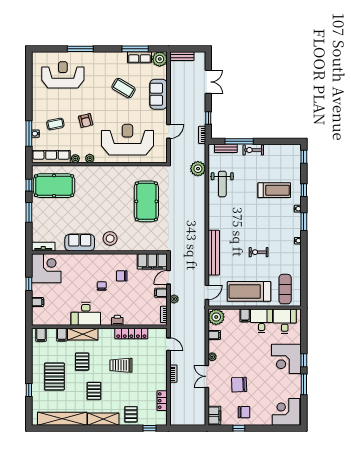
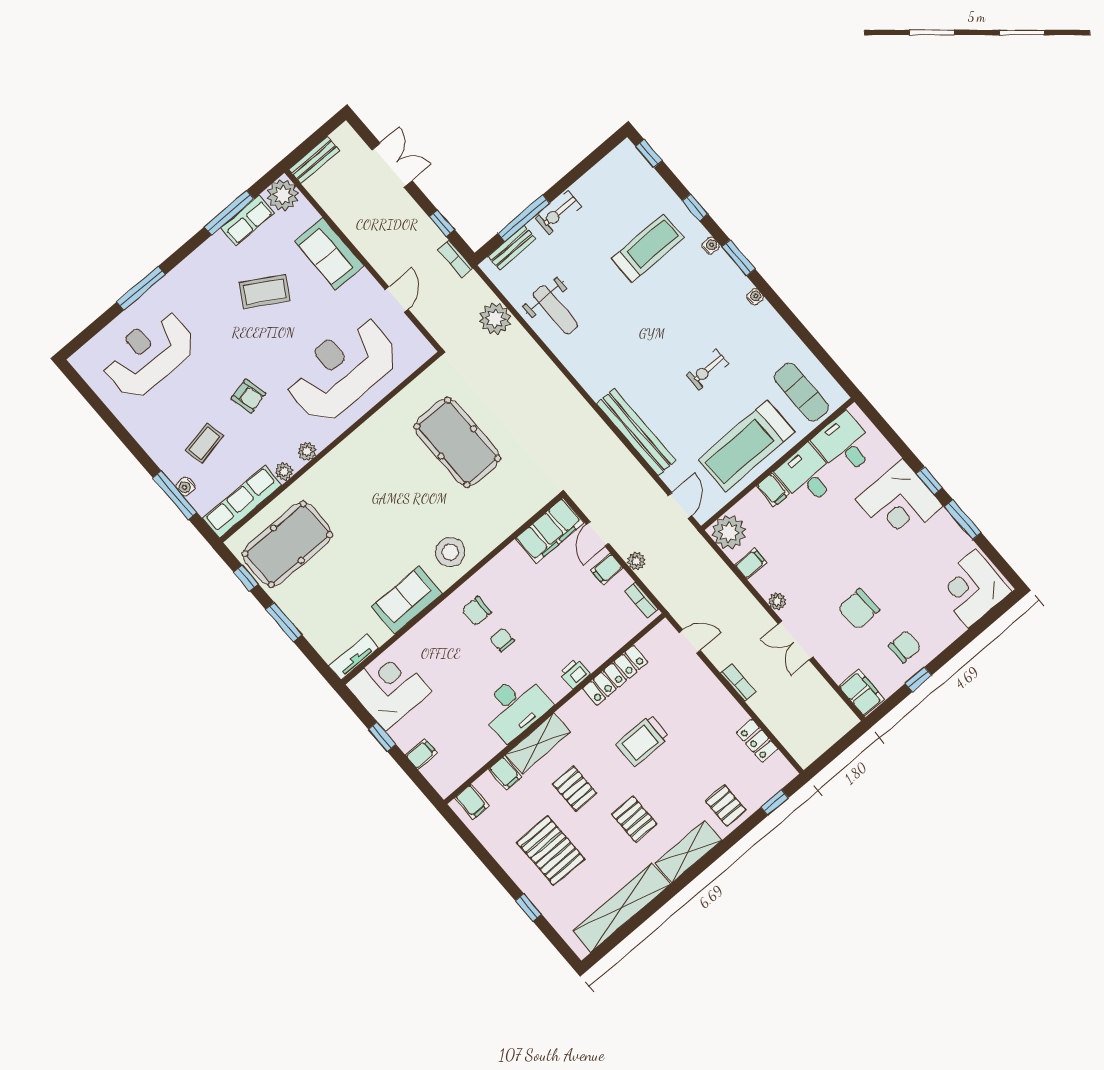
chair: (122, 276) -> (477, 611), moved

